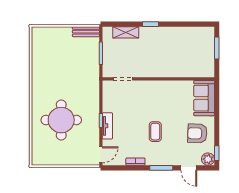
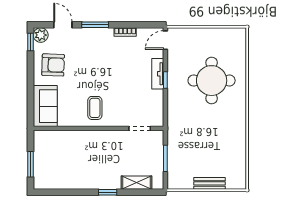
bench: (86, 32) -> (210, 183), moved
coffee table: (155, 132) -> (95, 108), moved

